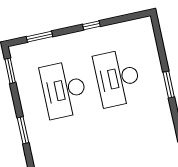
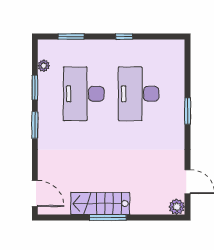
window: (10, 71) -> (35, 88), moved
plant: (19, 71) -> (44, 66), added

